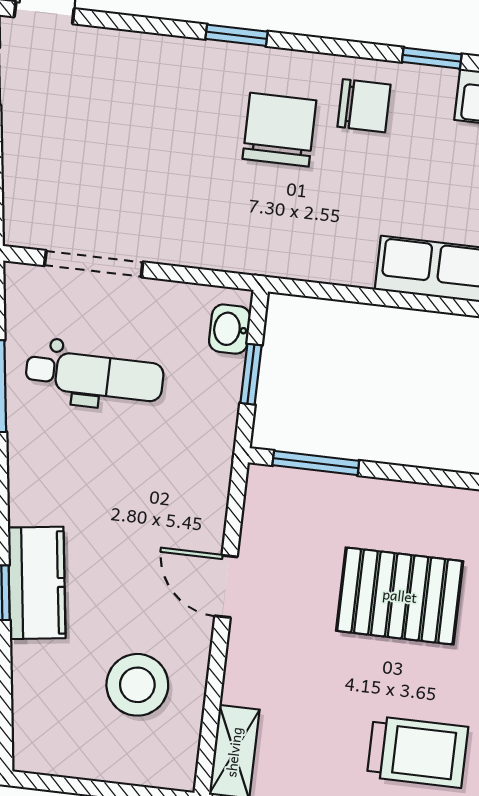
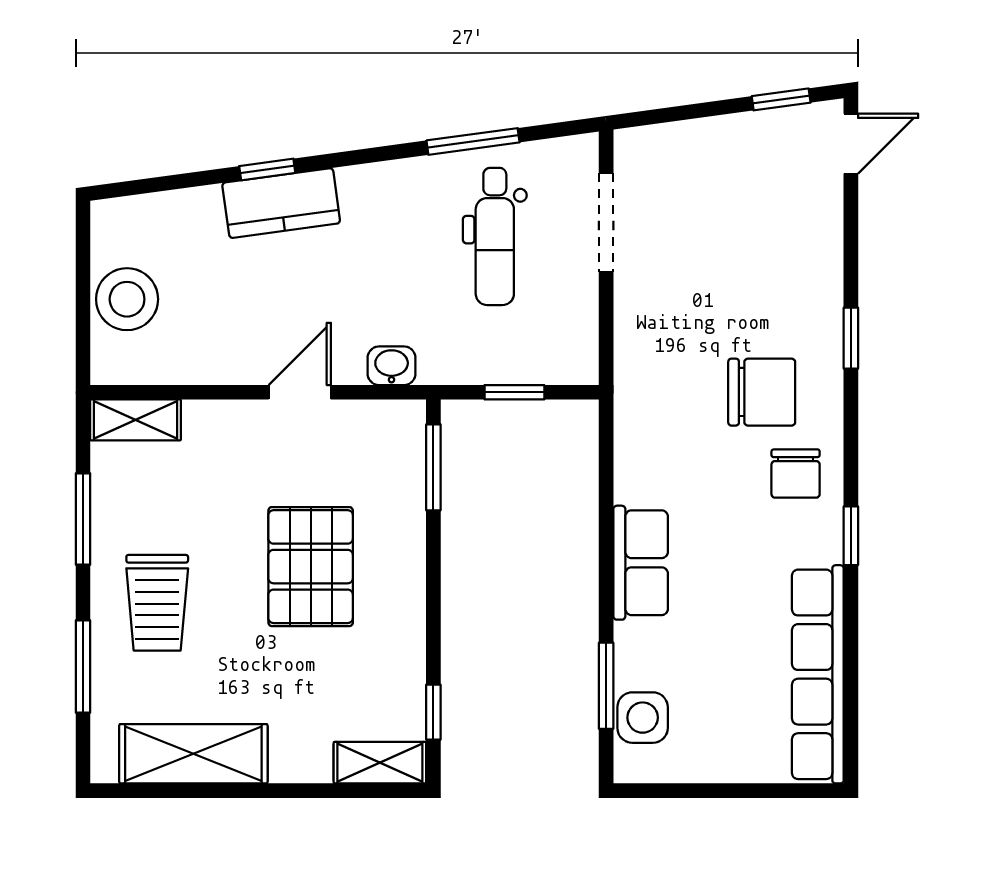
washbasin: (230, 329) -> (392, 366), moved
stool: (137, 685) -> (127, 299), moved

